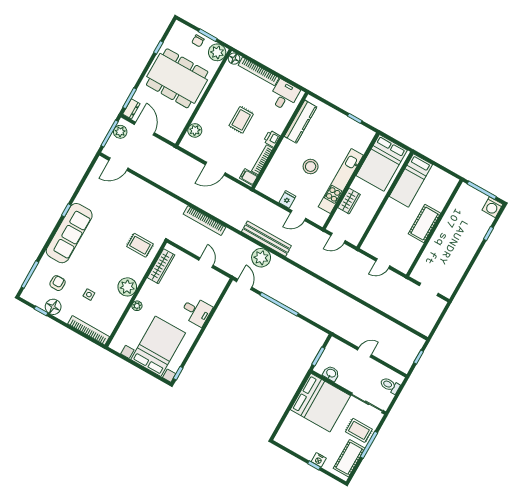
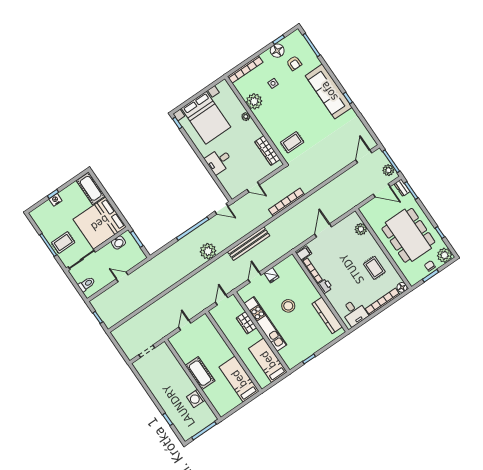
plant: (217, 52) -> (445, 255), moved
dining table: (177, 78) -> (408, 235), turned 90
rug: (241, 120) -> (374, 268), moved
bed: (382, 163) -> (268, 360), width x0.67
washing machine: (492, 207) -> (196, 398), moved, turned -90
plant: (261, 258) -> (208, 251), moved
plant: (127, 287) -> (254, 101), moved
door: (364, 352) -> (122, 277), swing flipped
cot: (349, 458) -> (91, 188), moved

